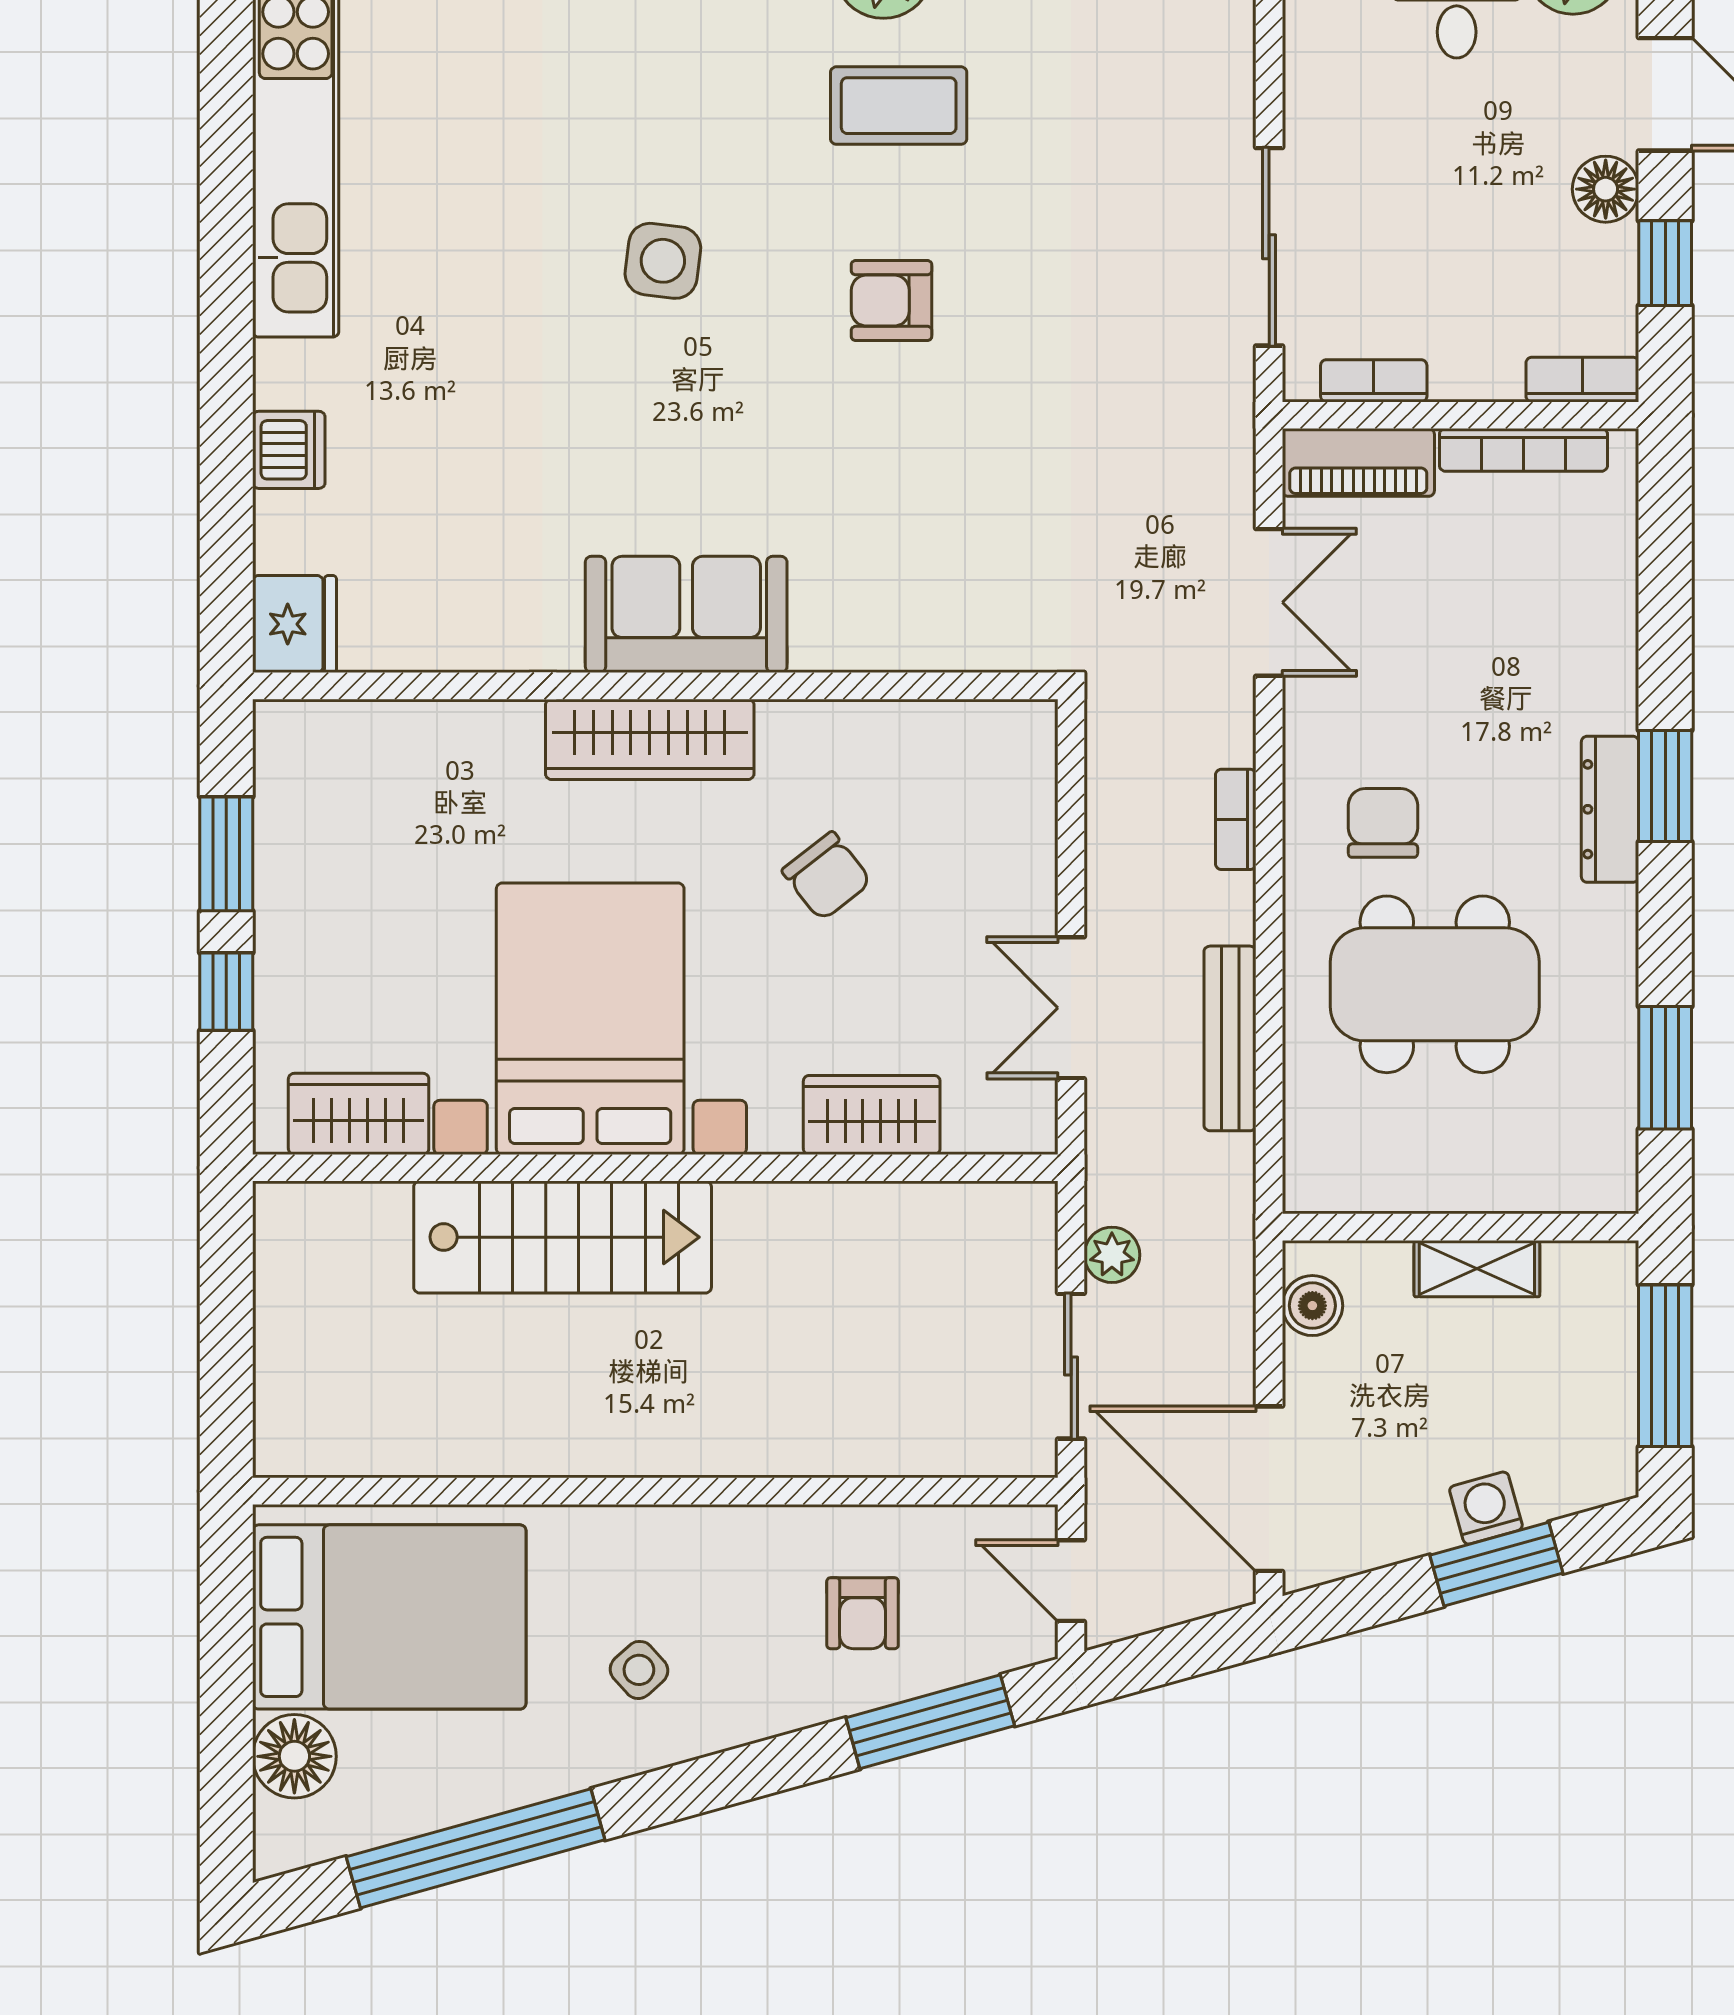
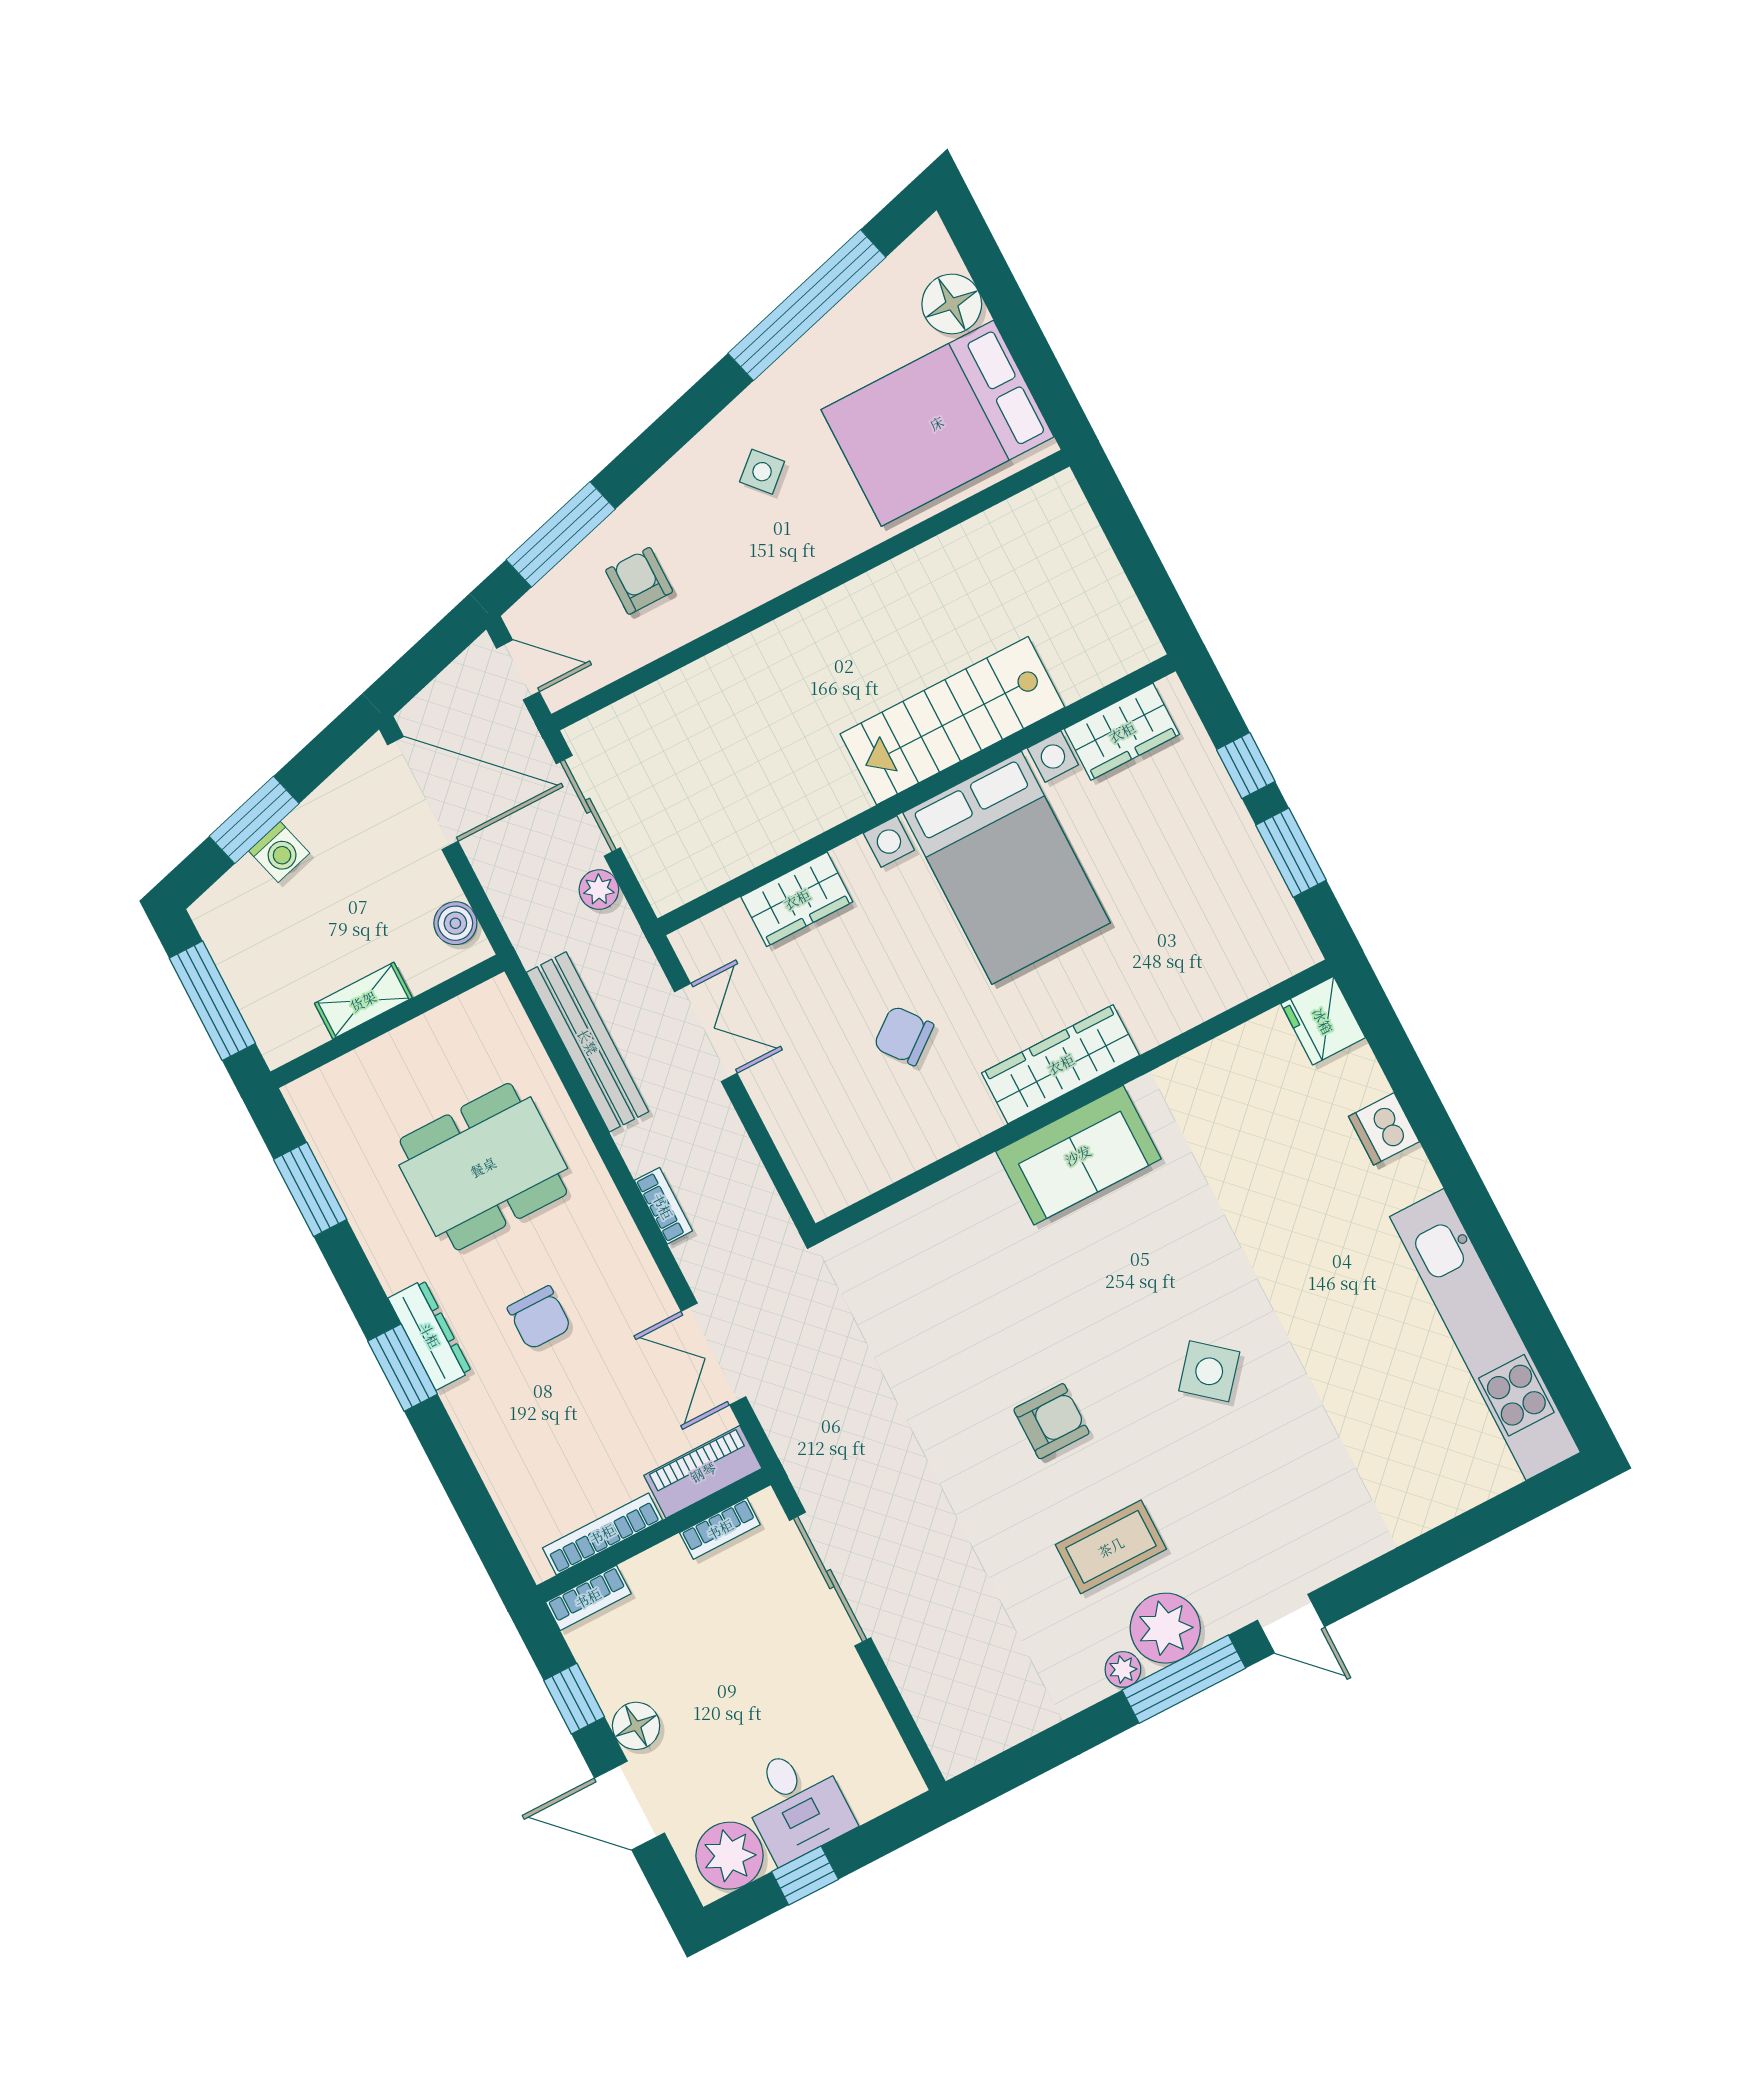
side table: (663, 261) -> (1209, 1371), turned 33
chair: (1383, 823) -> (539, 1318), moved
bench: (1230, 1038) -> (588, 1042), width x1.37, depth x1.21

